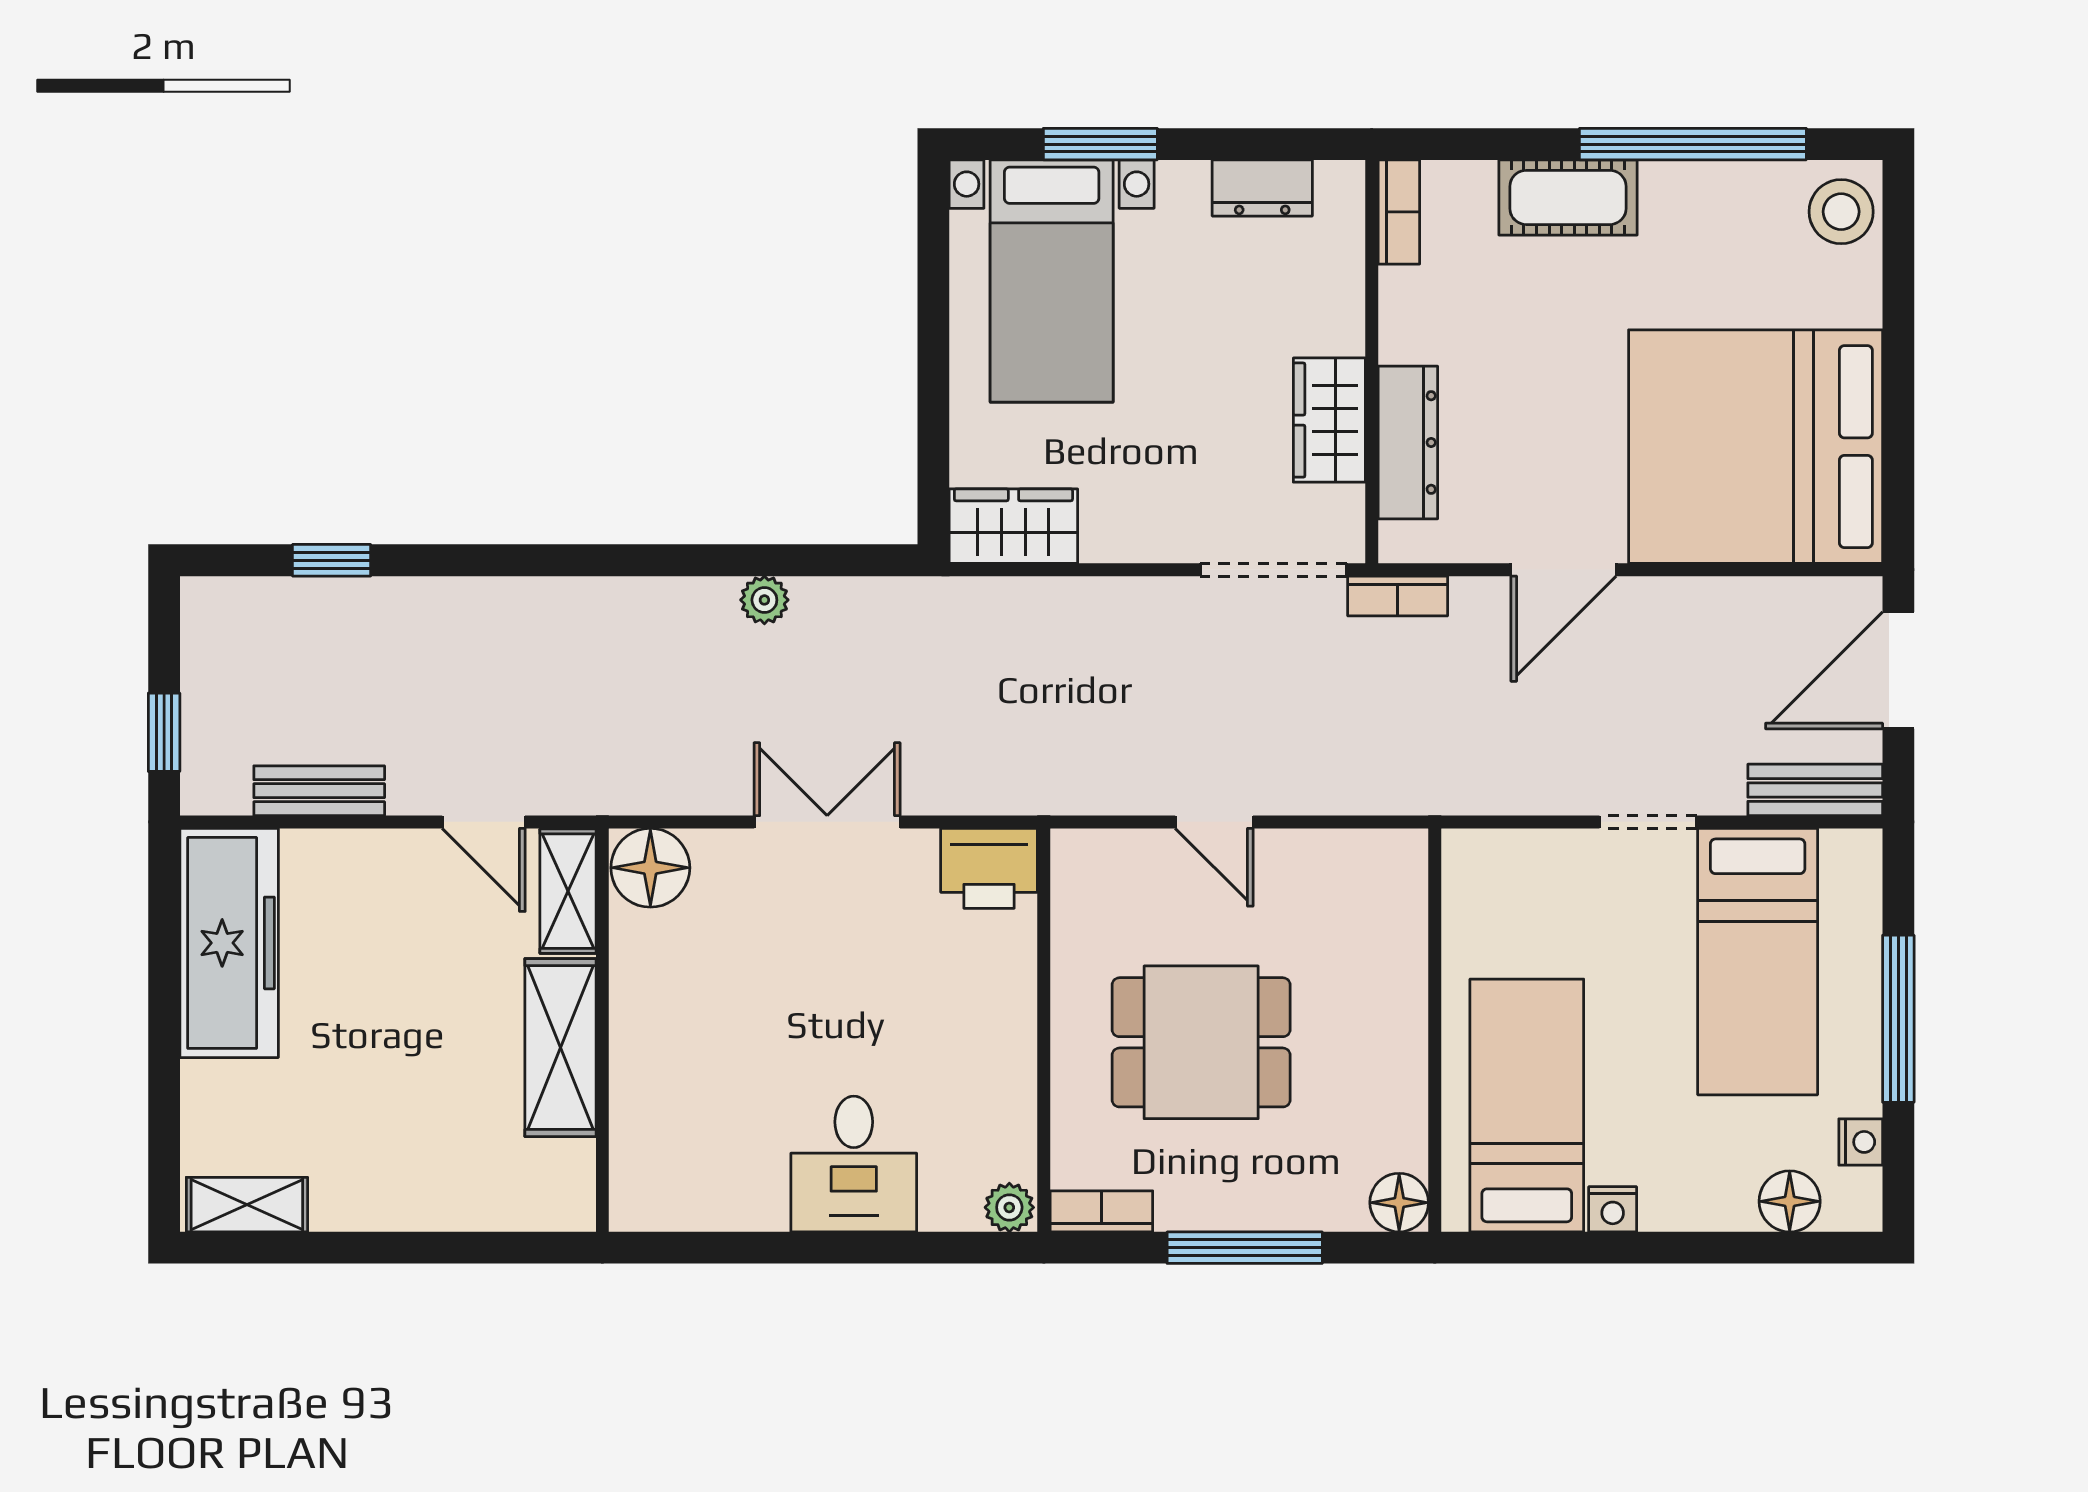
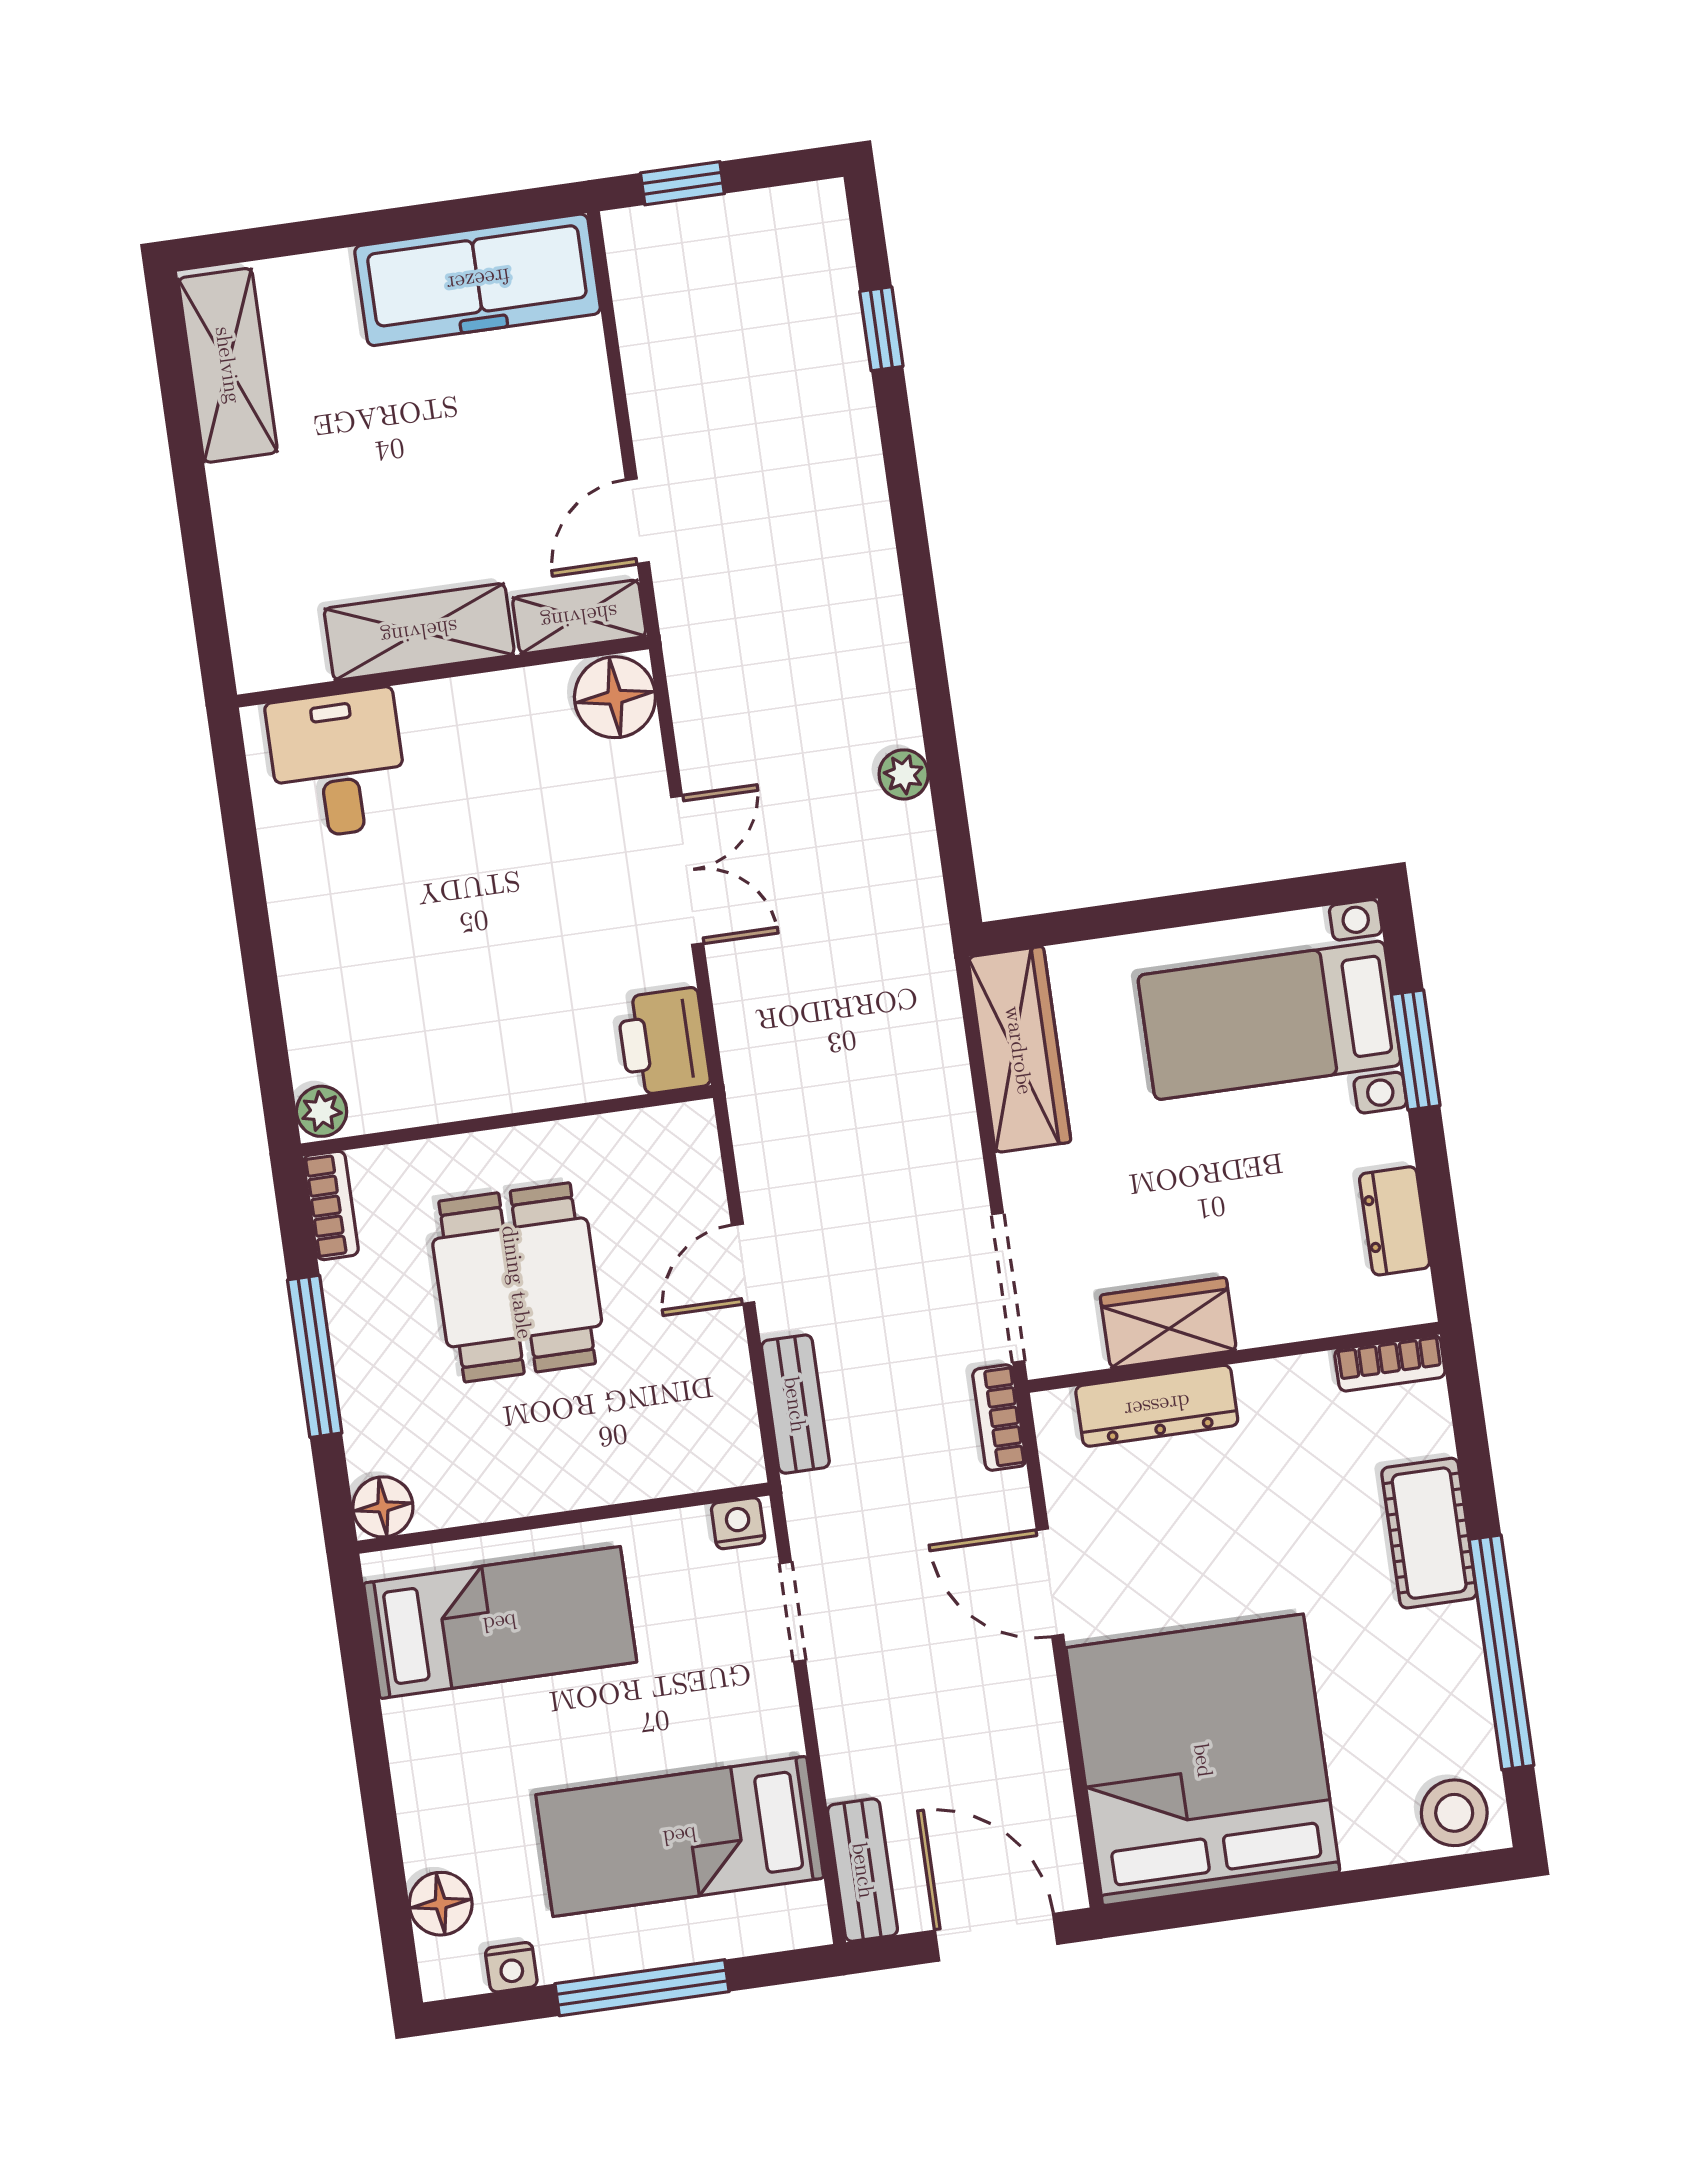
wardrobe: (1013, 526) -> (1019, 1050), width x1.50
bench: (319, 791) -> (795, 1404), moved
doorway: (1648, 822) -> (793, 1612), moved
desk: (854, 1164) -> (338, 764), moved, turned 90
shelving: (247, 1205) -> (228, 365), width x1.50, depth x1.33
nightstand: (1613, 1209) -> (738, 1523), moved, turned 90

